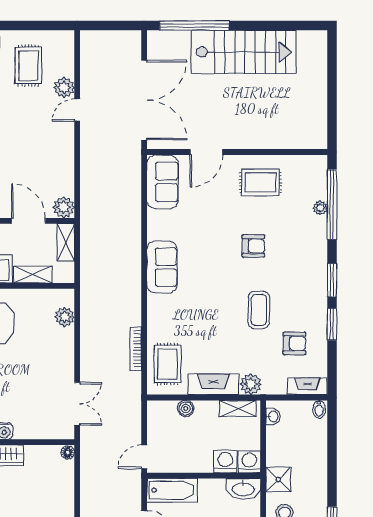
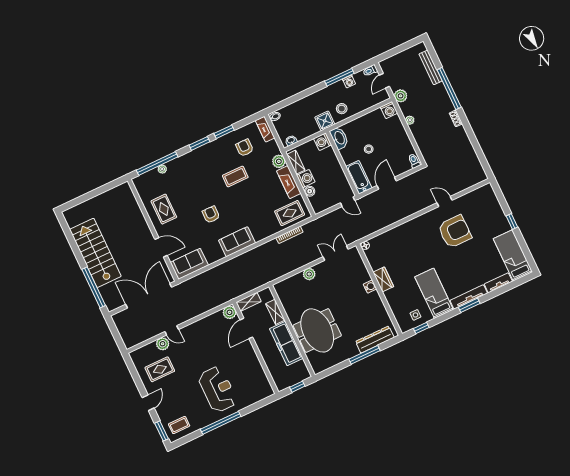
armchair: (253, 246) -> (211, 215), moved
plant: (65, 317) -> (309, 274), moved
washing machine: (225, 461) -> (306, 179), moved, turned 180

